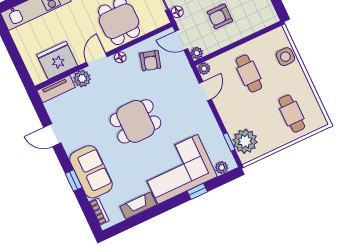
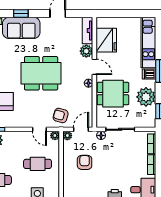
armchair: (150, 61) -> (61, 115), moved
dining table: (135, 121) -> (41, 73), width x1.38

